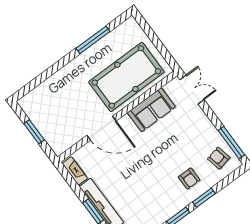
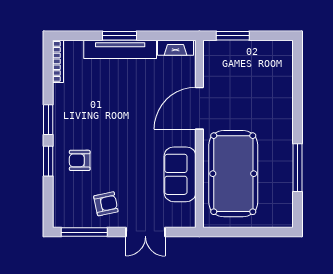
double door: (192, 90) -> (145, 232), moved
window: (34, 132) -> (233, 36), moved
armchair: (219, 158) -> (106, 204), moved

